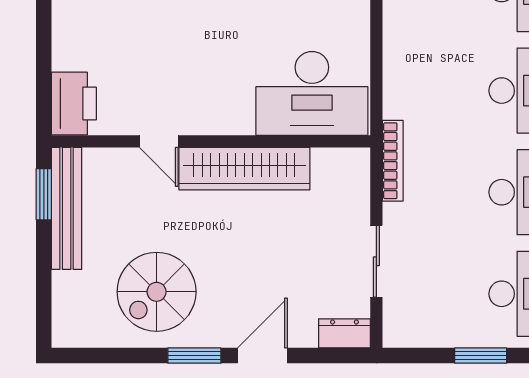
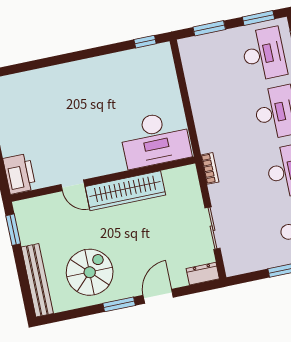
bookcase: (393, 161) -> (210, 168), width x0.64
bench: (67, 208) -> (37, 280), moved
spiral stairs: (157, 292) -> (90, 272), turned 180

